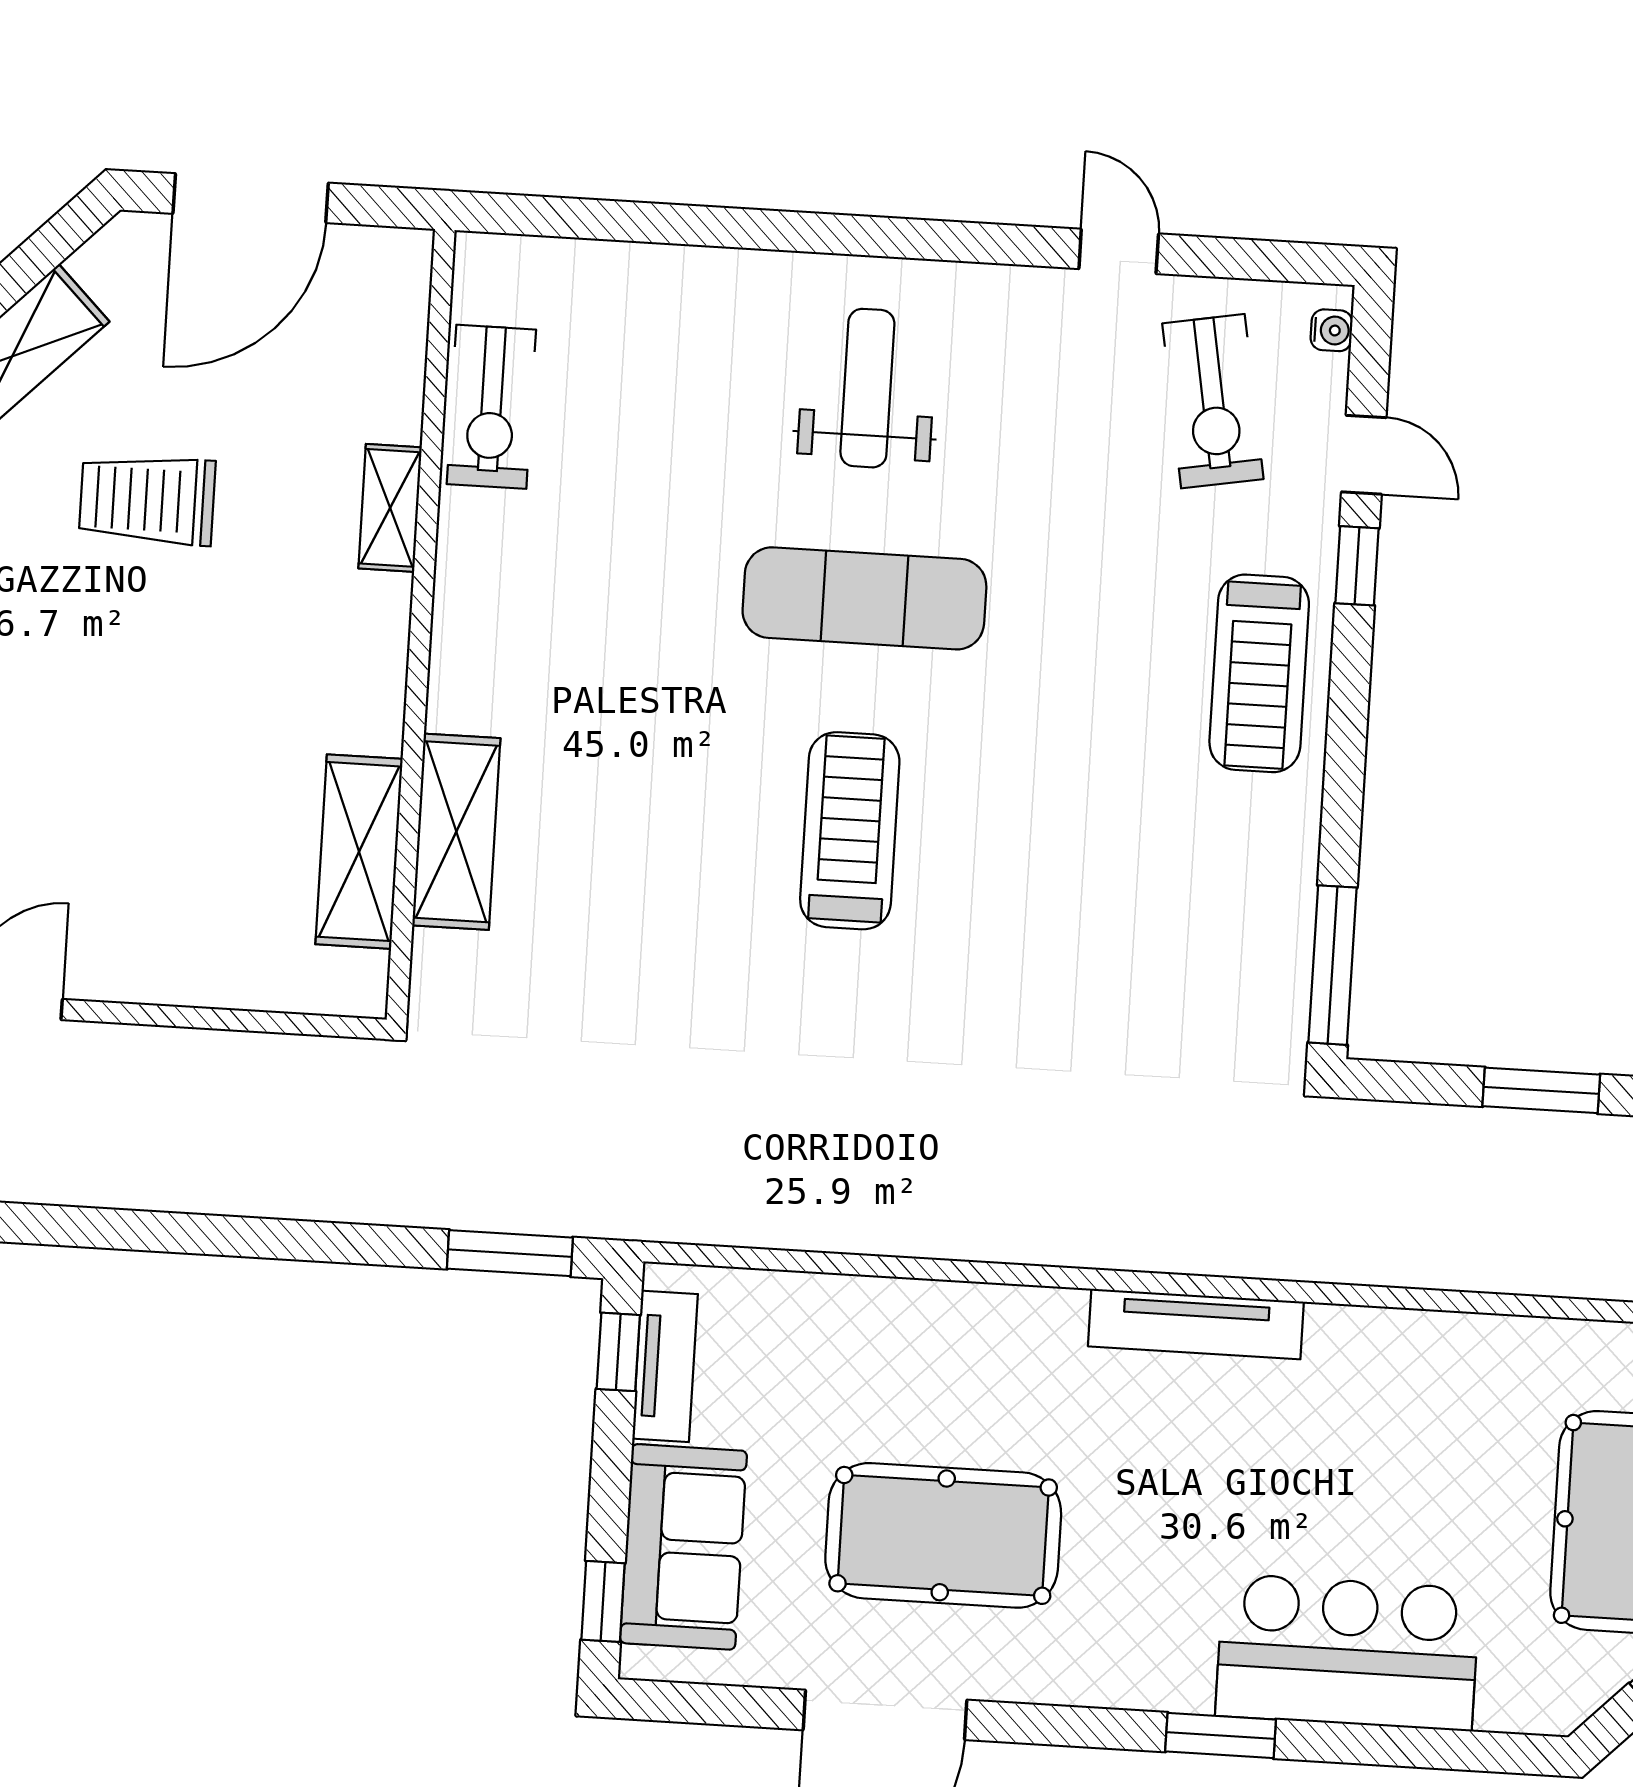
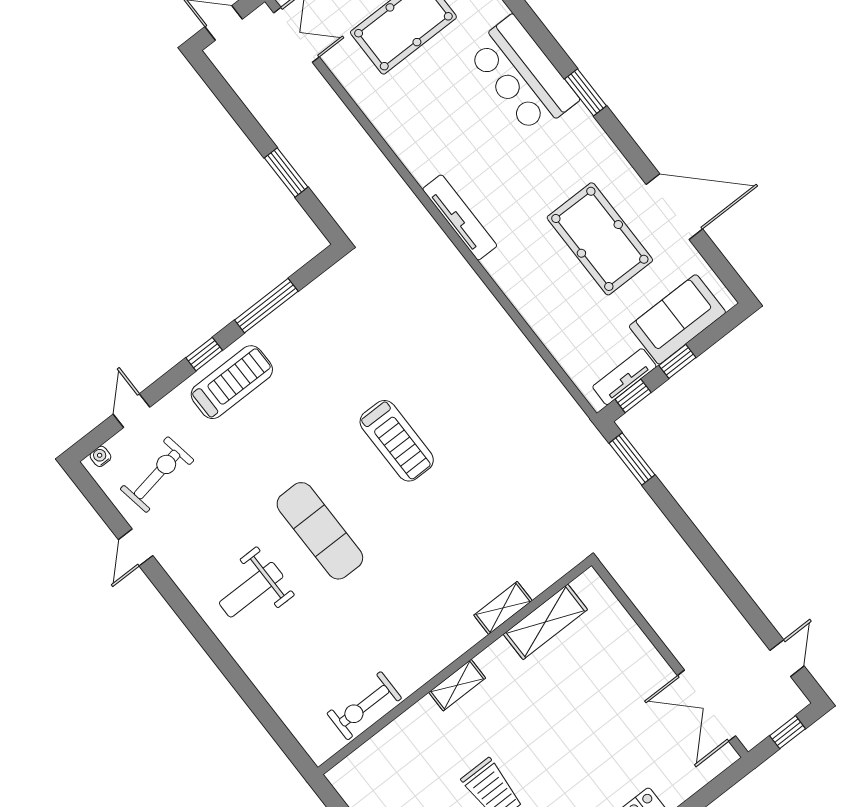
exercise bike: (491, 407) -> (364, 706), turned 180
shelving: (390, 508) -> (457, 685), moved
window: (1357, 566) -> (204, 354), moved
treadmill: (850, 831) -> (397, 441), moved, turned -90
shelving: (456, 832) -> (503, 608), width x0.67, depth x0.75
window: (1333, 965) -> (266, 306), moved
window: (603, 1601) -> (677, 361), moved

